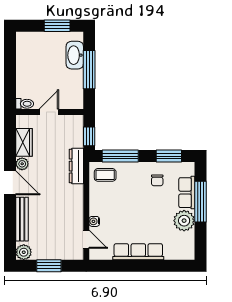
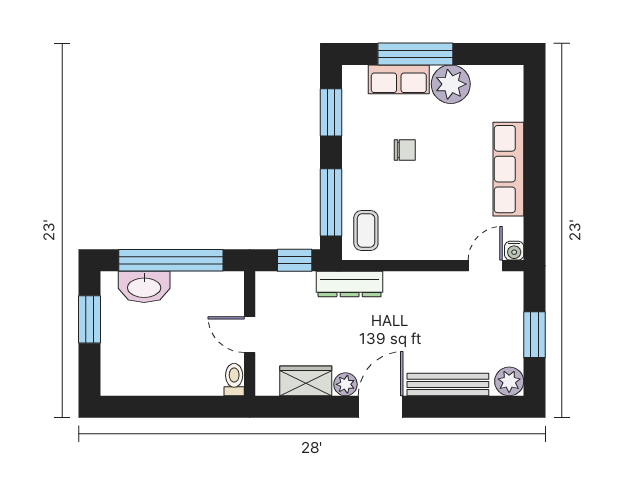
window: (89, 70) -> (171, 260), width x1.46
chair: (157, 180) -> (405, 150), moved
water cooler: (94, 221) -> (514, 251), moved

